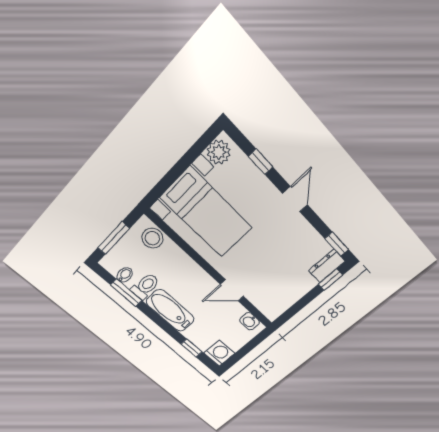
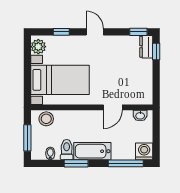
window: (126, 293) -> (76, 163), moved
window: (191, 348) -> (126, 163), width x2.17

